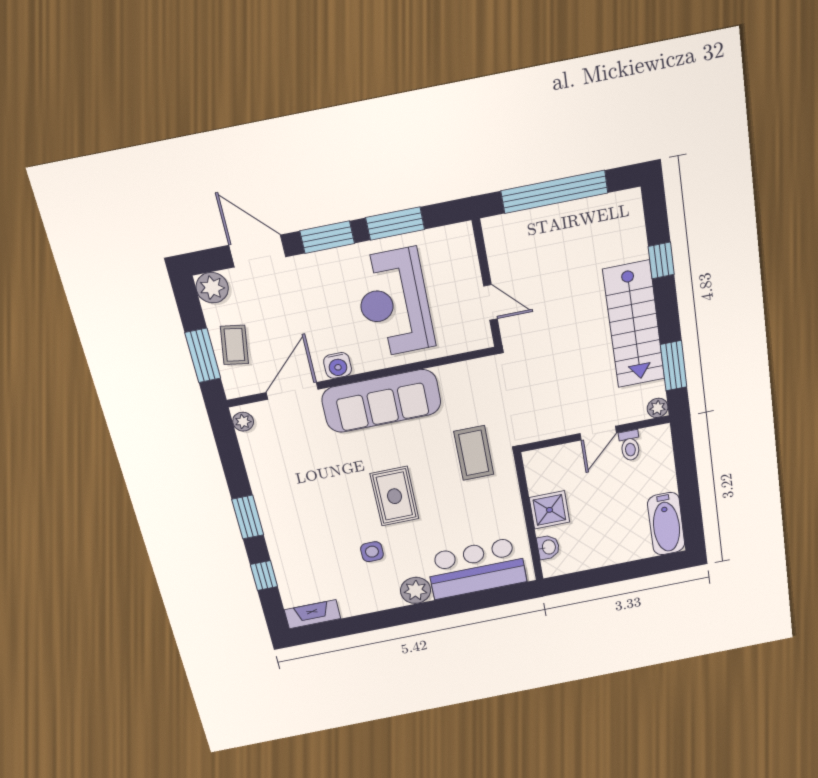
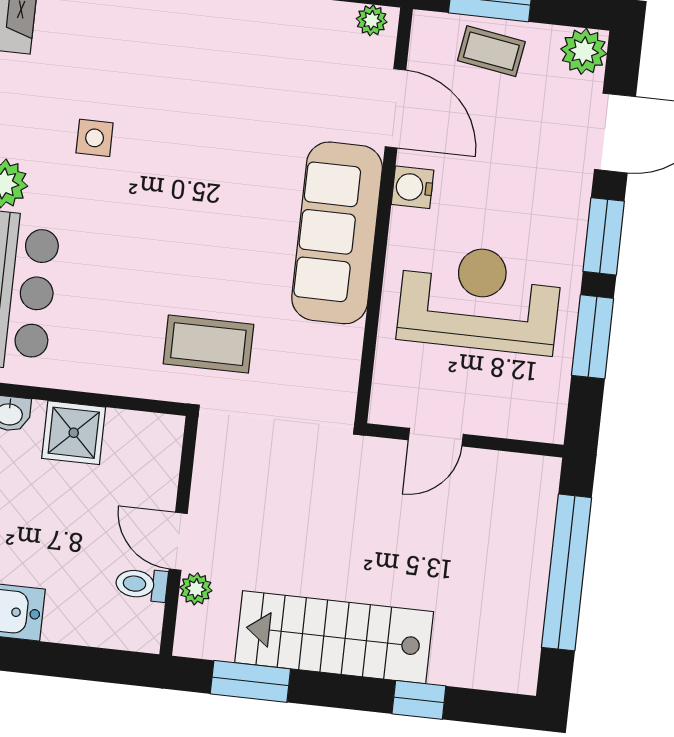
plant: (658, 408) -> (196, 589), moved
rug: (395, 496) -> (177, 203), removed

